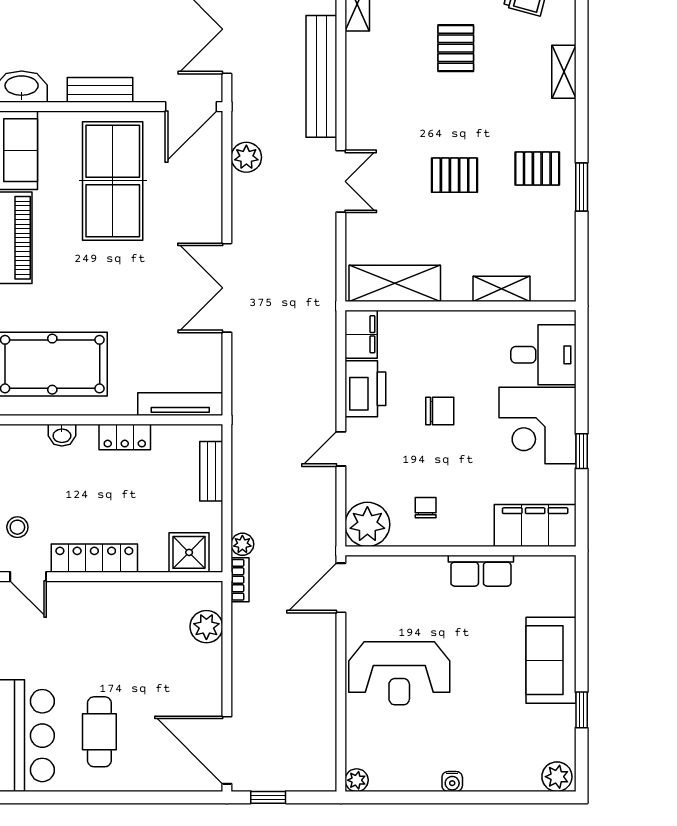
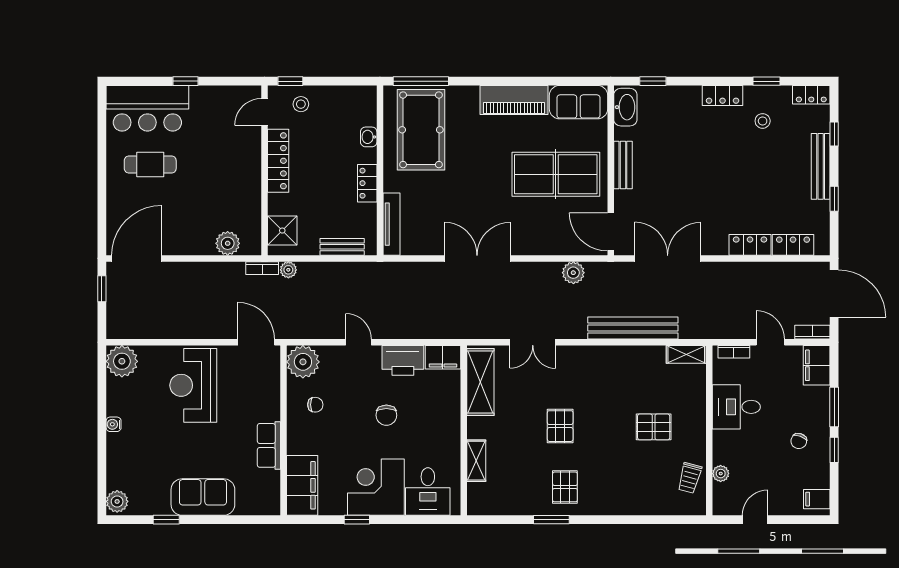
shelving: (564, 72) -> (636, 507), removed
double door: (341, 181) -> (533, 342), moved
plant: (357, 780) -> (122, 361), width x1.88, depth x1.88

